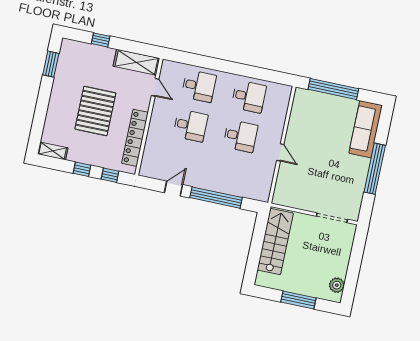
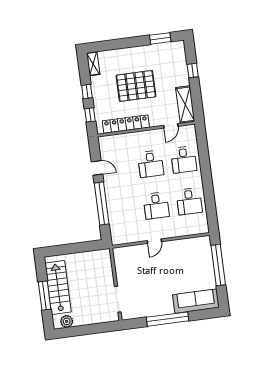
stairs: (275, 242) -> (58, 288), moved, turned -90

